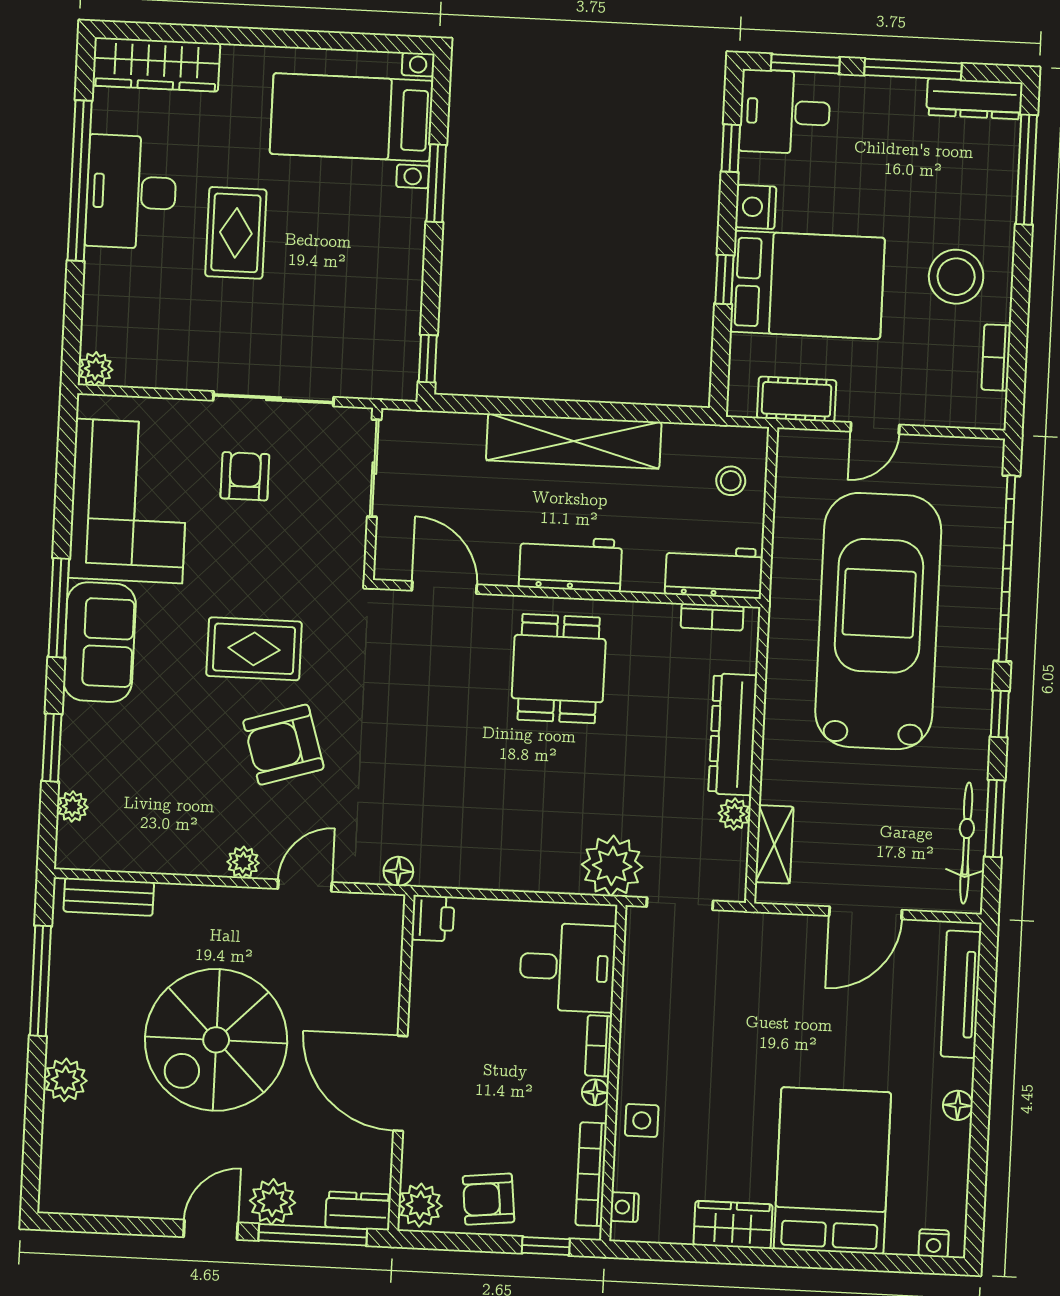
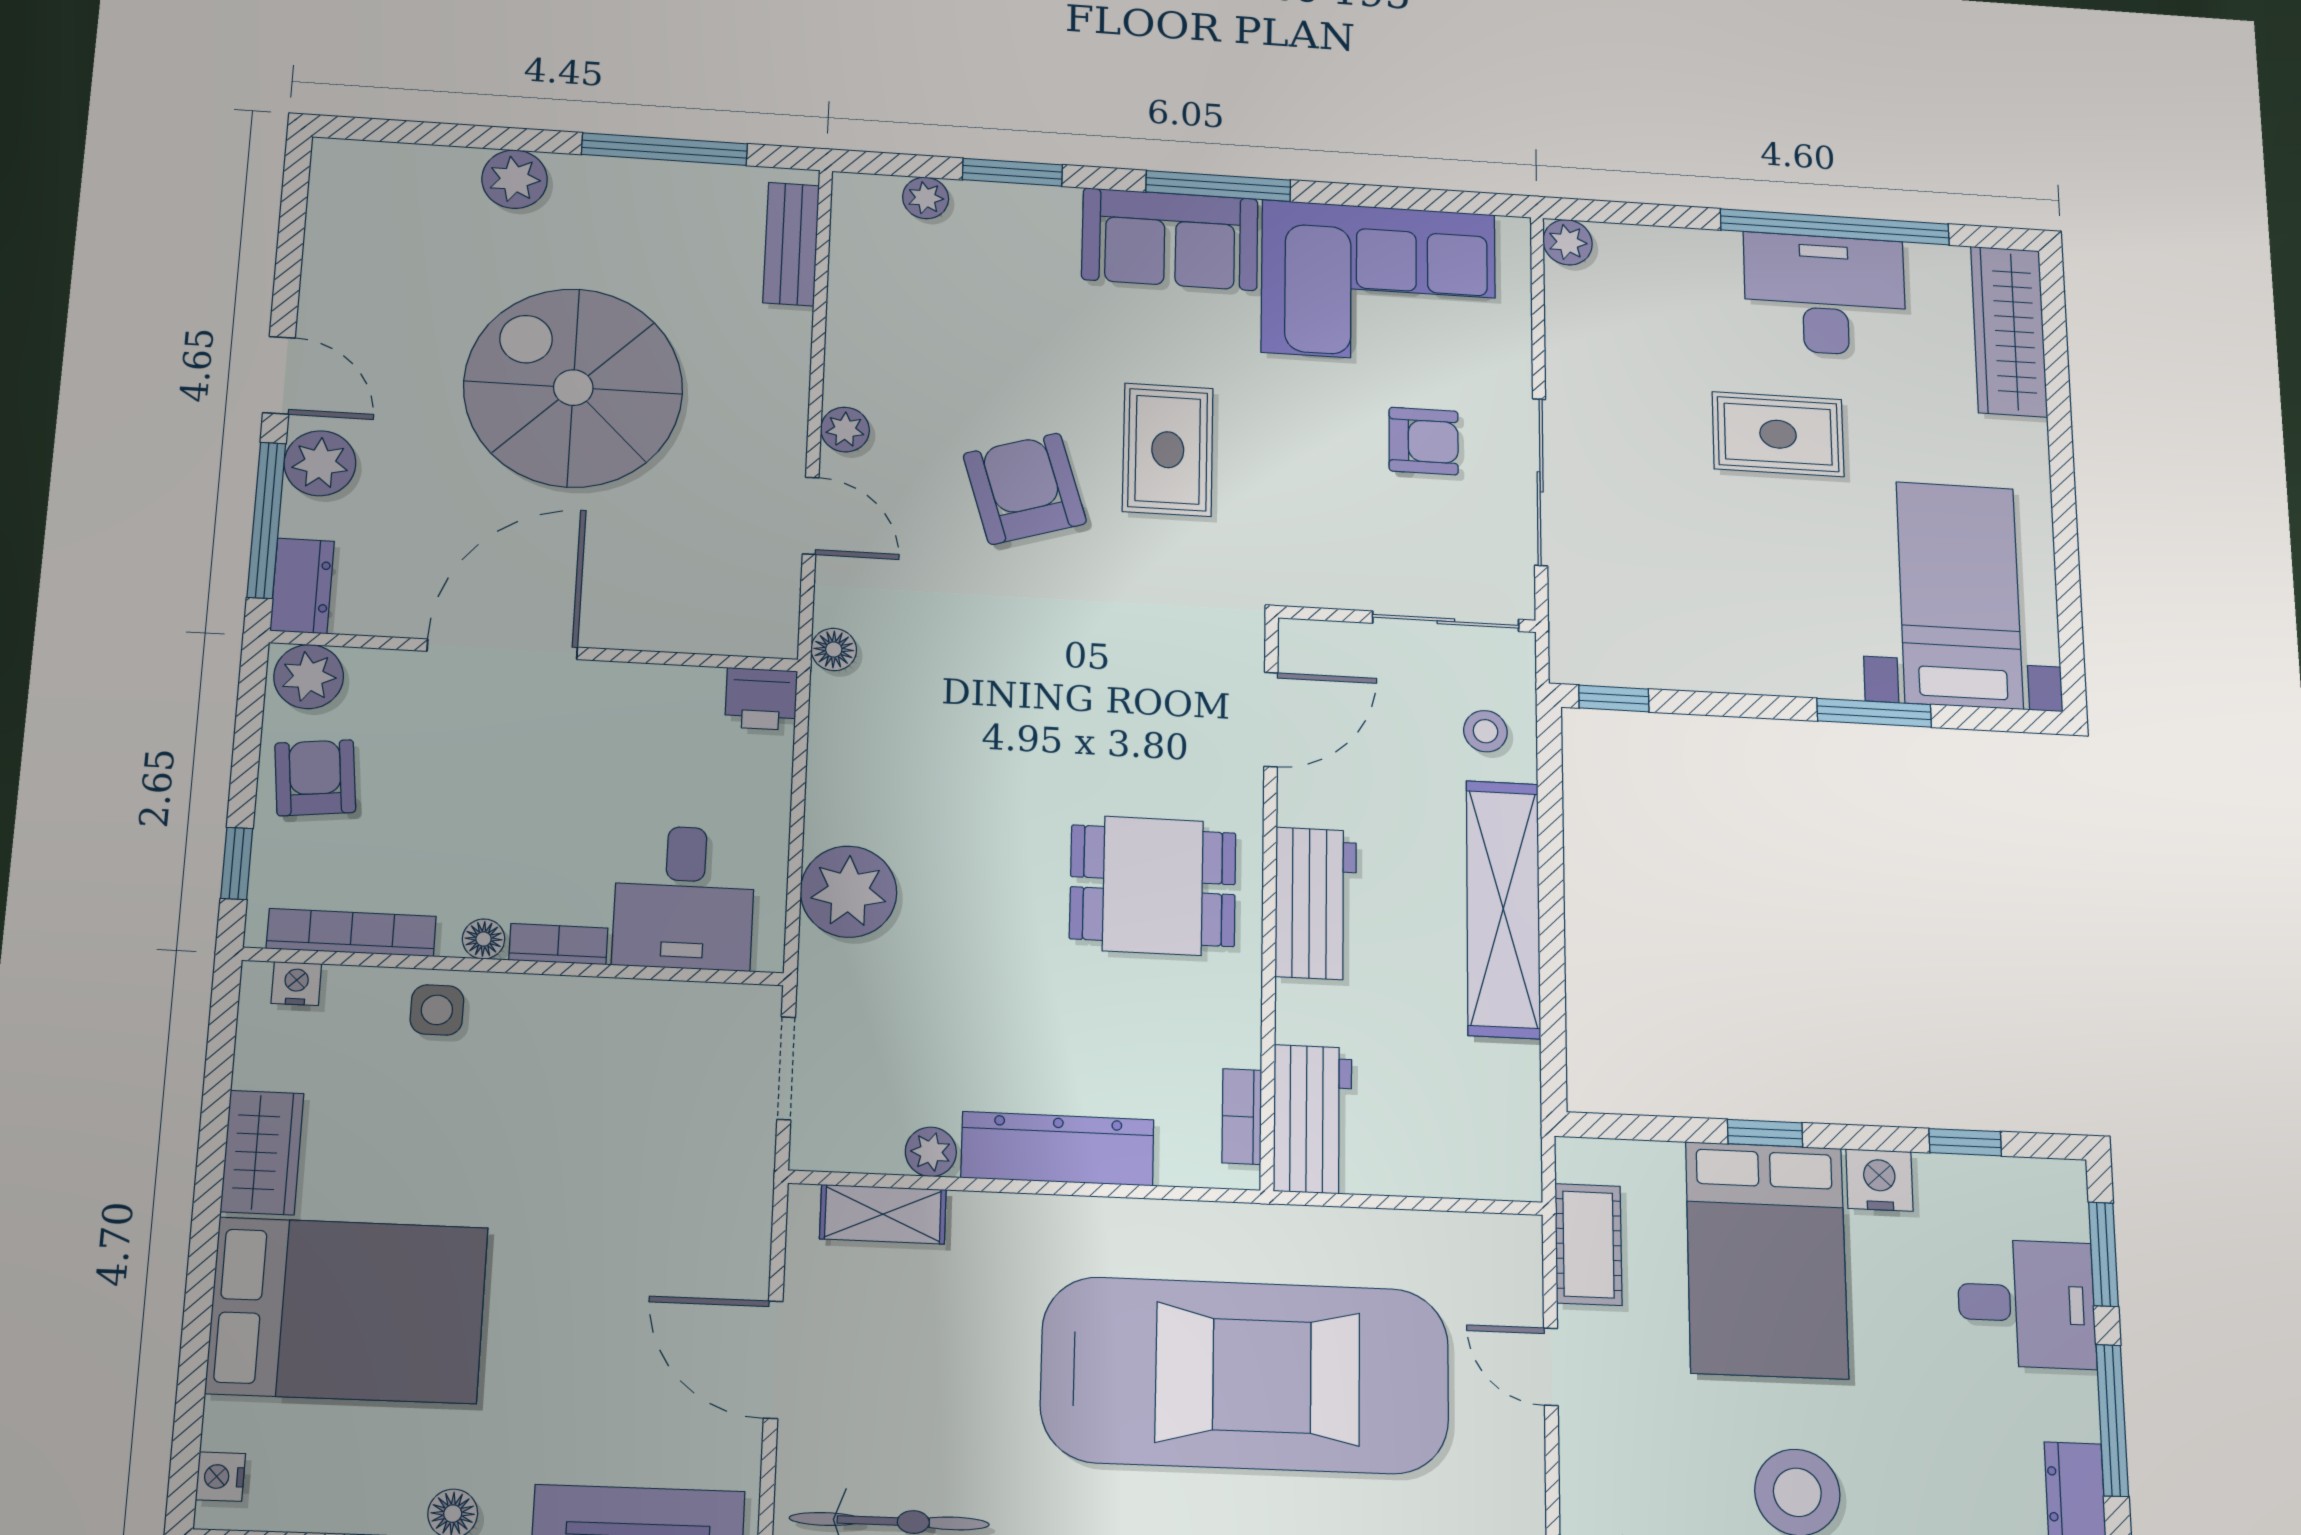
desk: (785, 112) -> (2026, 1304), moved, turned 90
stool: (731, 481) -> (1485, 731), moved
plant: (612, 866) -> (849, 892), moved

